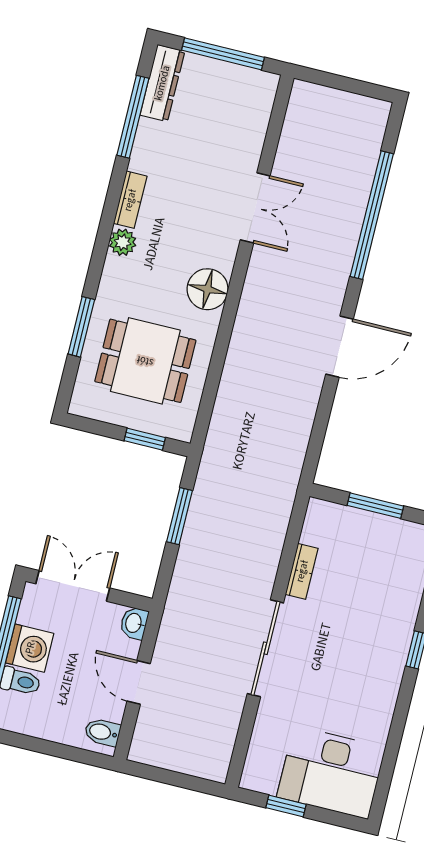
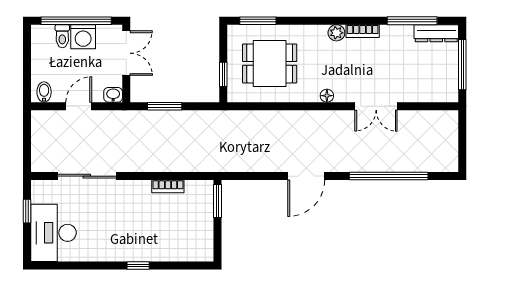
floor lamp: (208, 289) -> (327, 96), width x0.53, depth x0.53
window: (81, 327) -> (258, 21), moved
door: (340, 347) -> (306, 176), hinge flipped
dining table: (145, 361) -> (270, 63), turned 90
window: (375, 506) -> (217, 201), moved
window: (179, 516) -> (165, 106), moved
sliding door: (265, 648) -> (87, 176), moved

